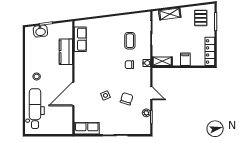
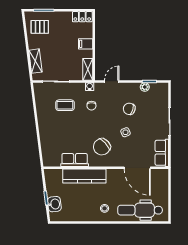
row of seats: (80, 39) -> (75, 160), moved
locker: (210, 51) -> (82, 17), width x0.66
kitchen counter: (66, 52) -> (84, 176), width x1.50
chair: (92, 74) -> (102, 147), added
door: (151, 93) -> (112, 81), moved
door: (73, 94) -> (137, 168), moved

